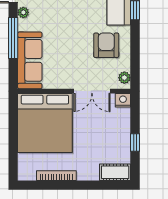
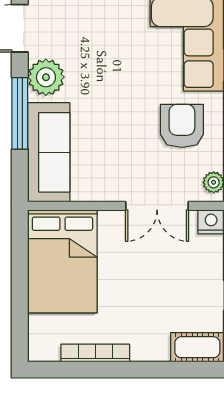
plant: (23, 12) -> (46, 77), width x1.88, depth x1.88
bed: (45, 123) -> (62, 261), width x0.73

